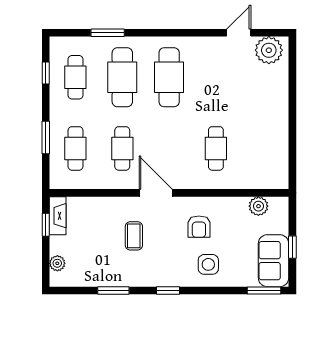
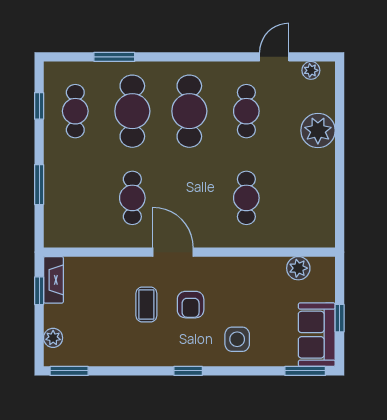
plant: (269, 50) -> (311, 70), width x0.53, depth x0.53
plant: (275, 93) -> (318, 130), added
cafe table: (75, 148) -> (246, 111), moved
armchair: (199, 227) -> (191, 305), moved
window: (113, 290) -> (69, 371), moved

